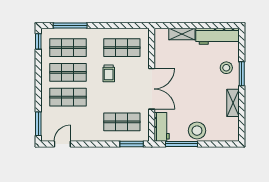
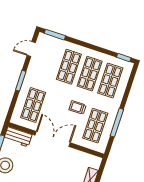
window: (70, 26) -> (117, 123), moved
double door: (152, 89) -> (53, 139), swing flipped
door: (62, 144) -> (31, 49), swing flipped
window: (132, 144) -> (21, 81), moved

